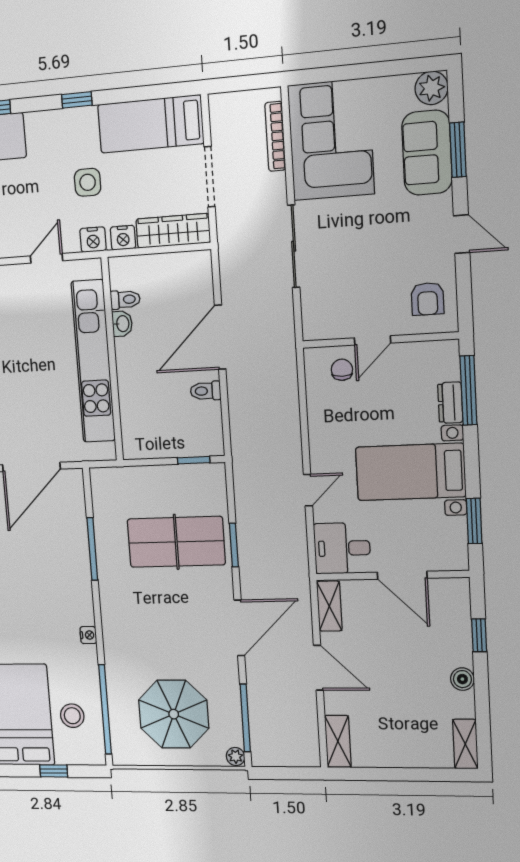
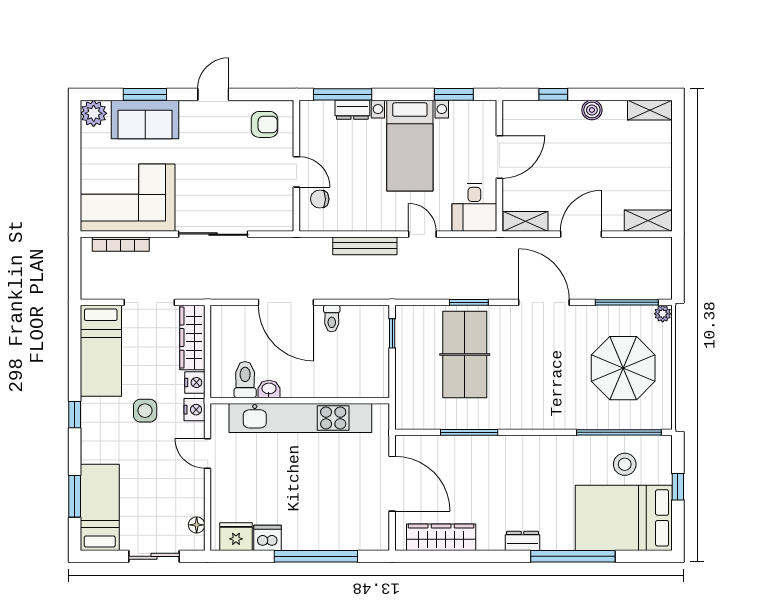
toilet: (125, 299) -> (245, 380), width x1.37, depth x1.39
bench: (291, 425) -> (365, 246), added
nightstand: (88, 635) -> (549, 443), removed

